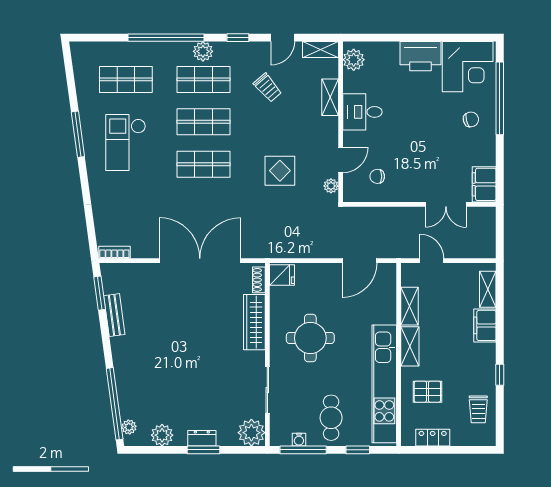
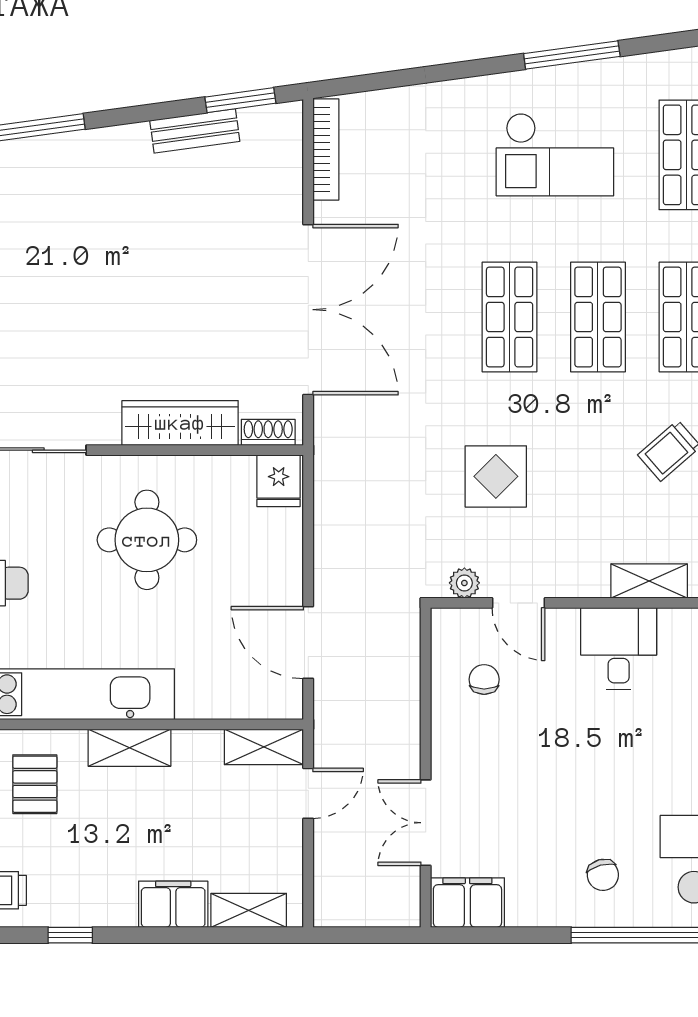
checkout: (126, 142) -> (555, 155), turned 180
bookcase: (114, 252) -> (326, 149), width x1.56
shelving: (410, 306) -> (264, 747), moved

